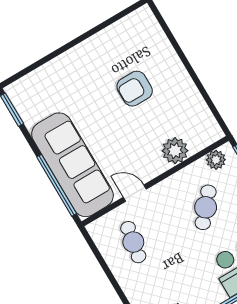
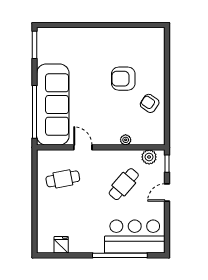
armchair: (181, 99) -> (150, 103), added
plant: (175, 151) -> (126, 140), width x0.53, depth x0.53
cafe table: (133, 242) -> (63, 179), turned 69

